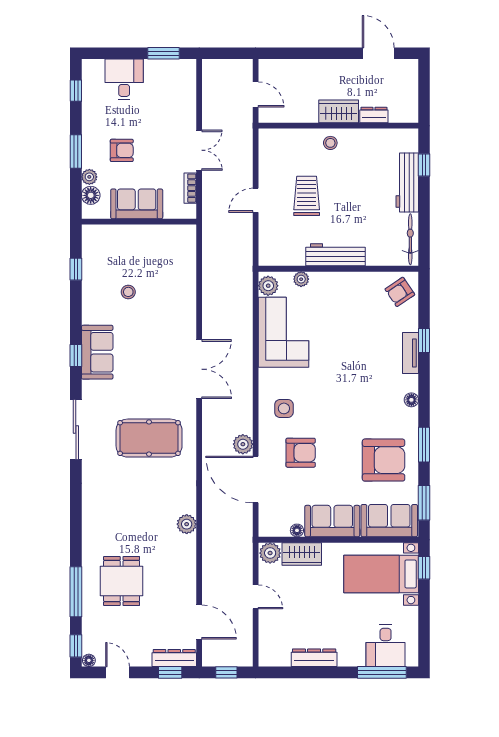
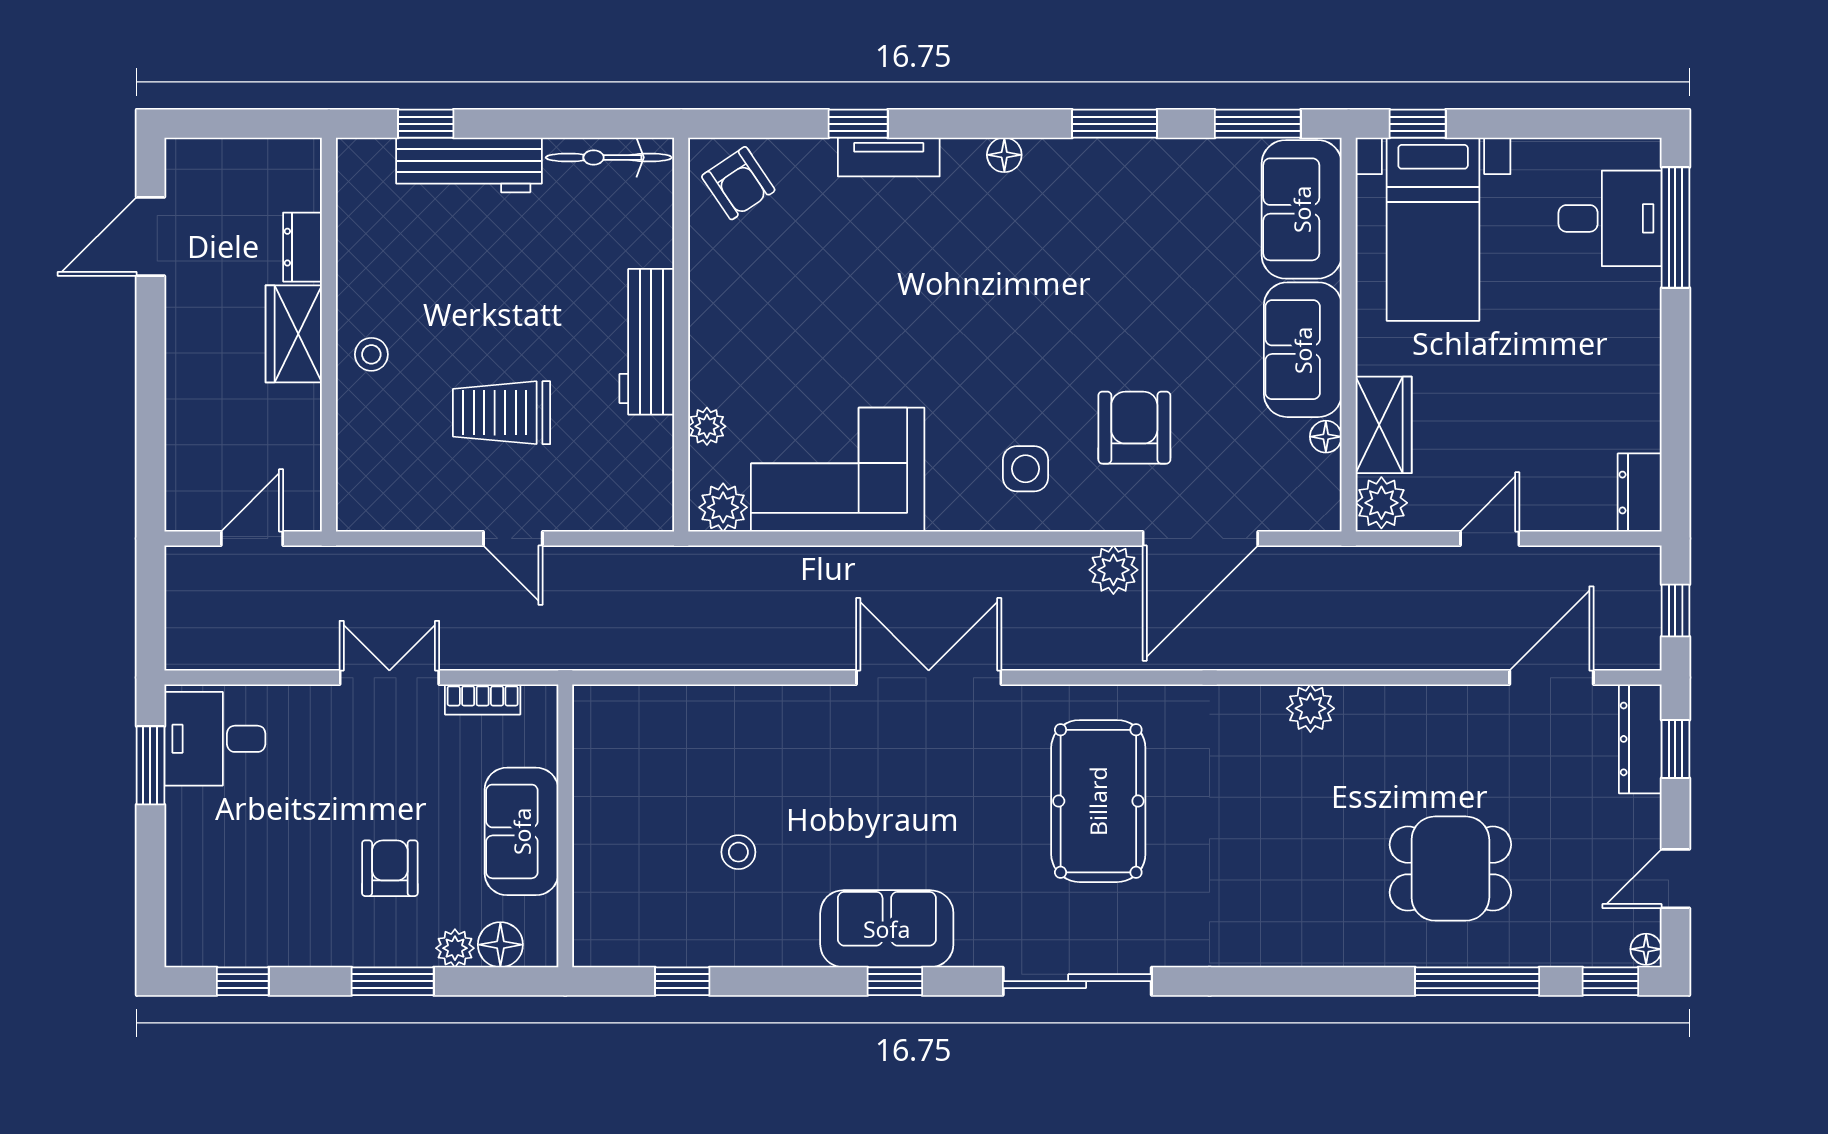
desk: (124, 79) -> (215, 739), moved
armchair: (384, 460) -> (1153, 223), removed
dresser: (314, 658) -> (1640, 493), moved, width x0.70

